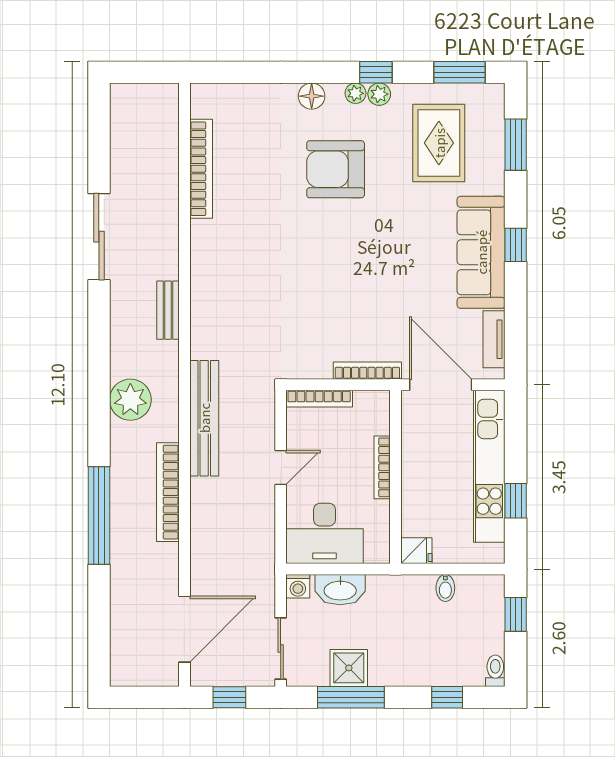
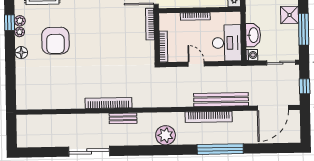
bookcase: (201, 169) -> (108, 103), moved
bench: (204, 418) -> (221, 100), moved
door: (184, 629) -> (273, 108), swing flipped
shower: (349, 668) -> (290, 15), moved

